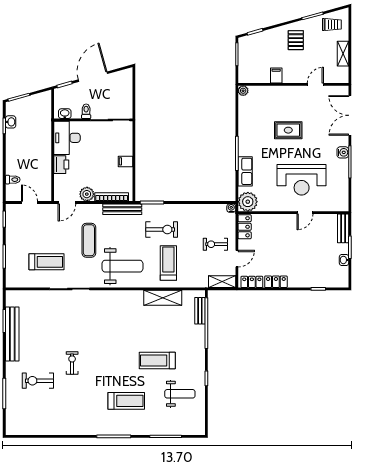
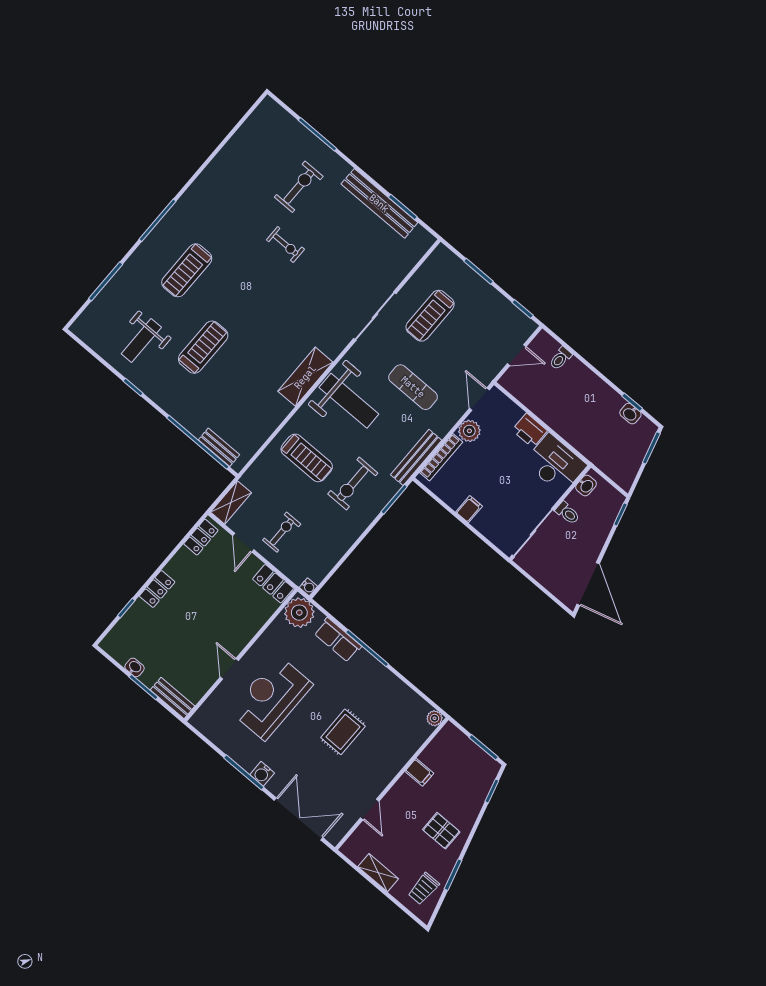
door: (93, 77) -> (588, 584), moved
weight bench: (122, 266) -> (349, 401), turned -90
locker: (276, 282) -> (157, 589), moved
shelving: (163, 298) -> (305, 377), moved

